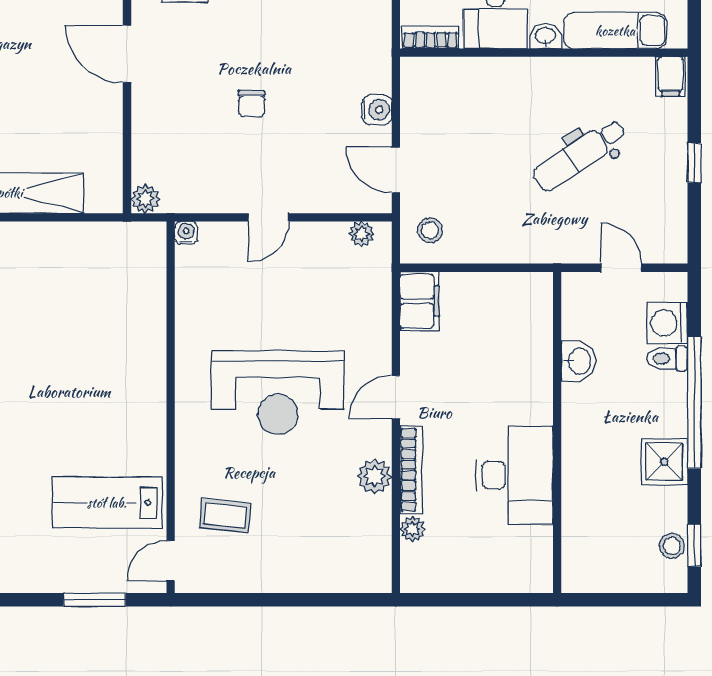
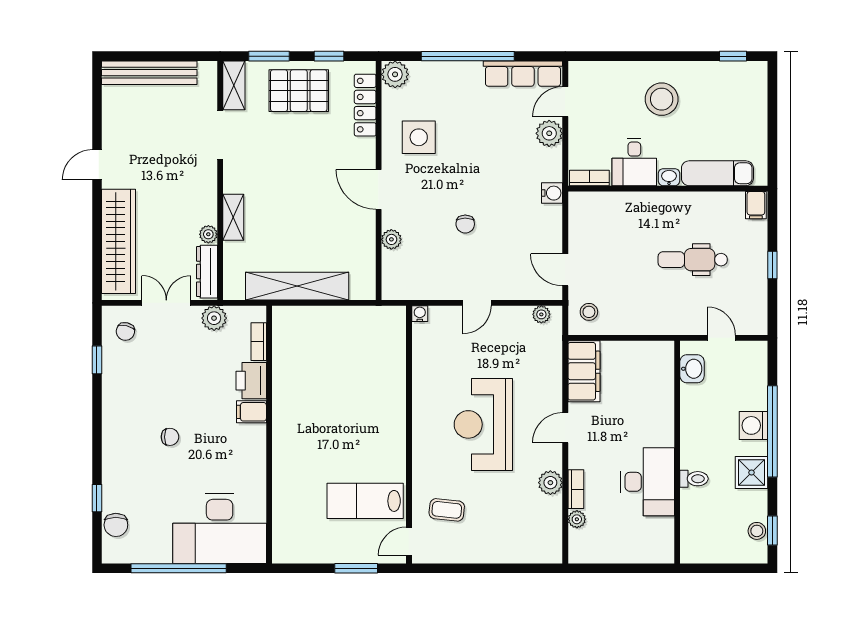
water cooler: (377, 110) -> (552, 193), moved
dental chair: (580, 155) -> (693, 260), turned 34
plant: (145, 199) -> (391, 239), moved
filing cabinet: (419, 301) -> (584, 371), width x1.50, depth x1.17
washing machine: (667, 323) -> (754, 425), moved
toilet: (667, 358) -> (694, 479), moved, turned 180
washbasin: (579, 361) -> (692, 369), moved
reception desk: (278, 393) -> (483, 424), turned 90
bookcase: (411, 470) -> (576, 489), width x0.64

